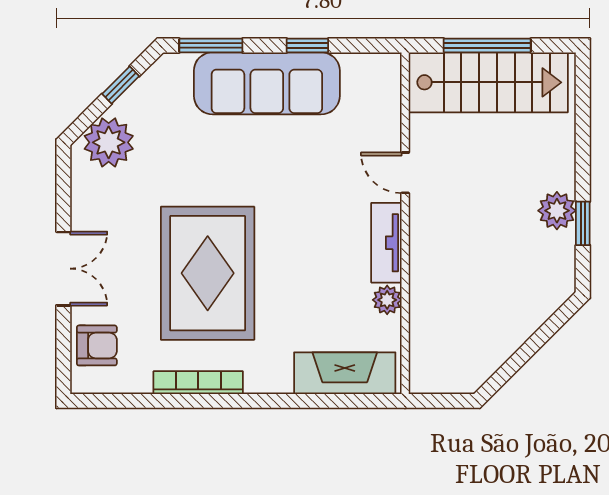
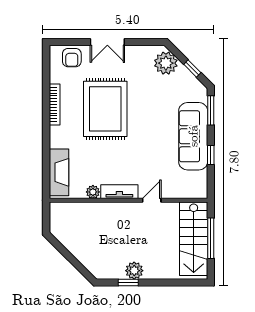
rug: (208, 273) -> (105, 109), turned 90

